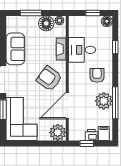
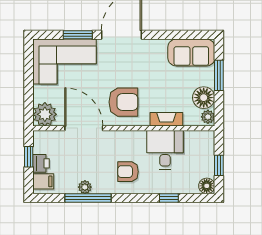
sofa: (15, 49) -> (191, 53), moved
armchair: (97, 75) -> (128, 172), turned 180
armchair: (49, 78) -> (123, 102), turned 54
plant: (104, 101) -> (85, 187), width x0.53, depth x0.53

